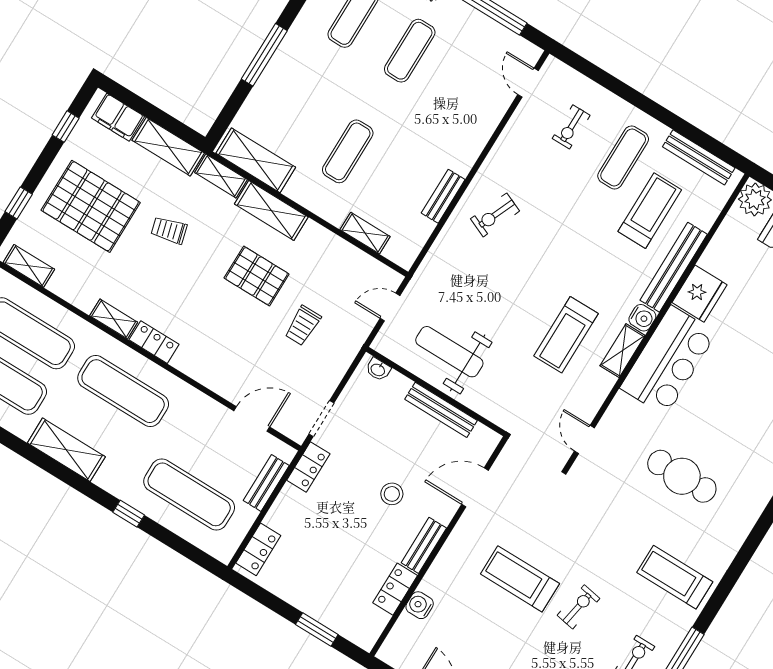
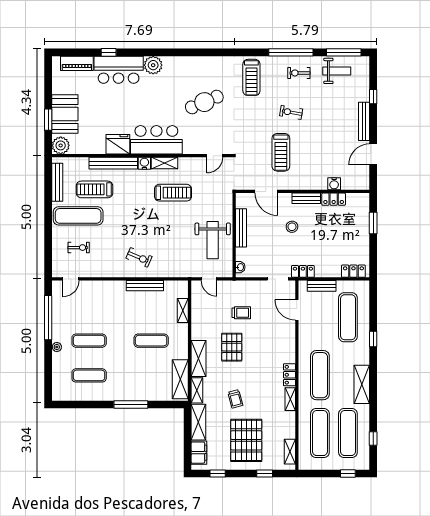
exercise mat: (623, 157) -> (78, 216), width x1.36, depth x1.45
bench: (443, 196) -> (145, 286), width x1.36
cafe table: (682, 476) -> (204, 102), turned 67
treadmill: (520, 579) -> (281, 152), moved

